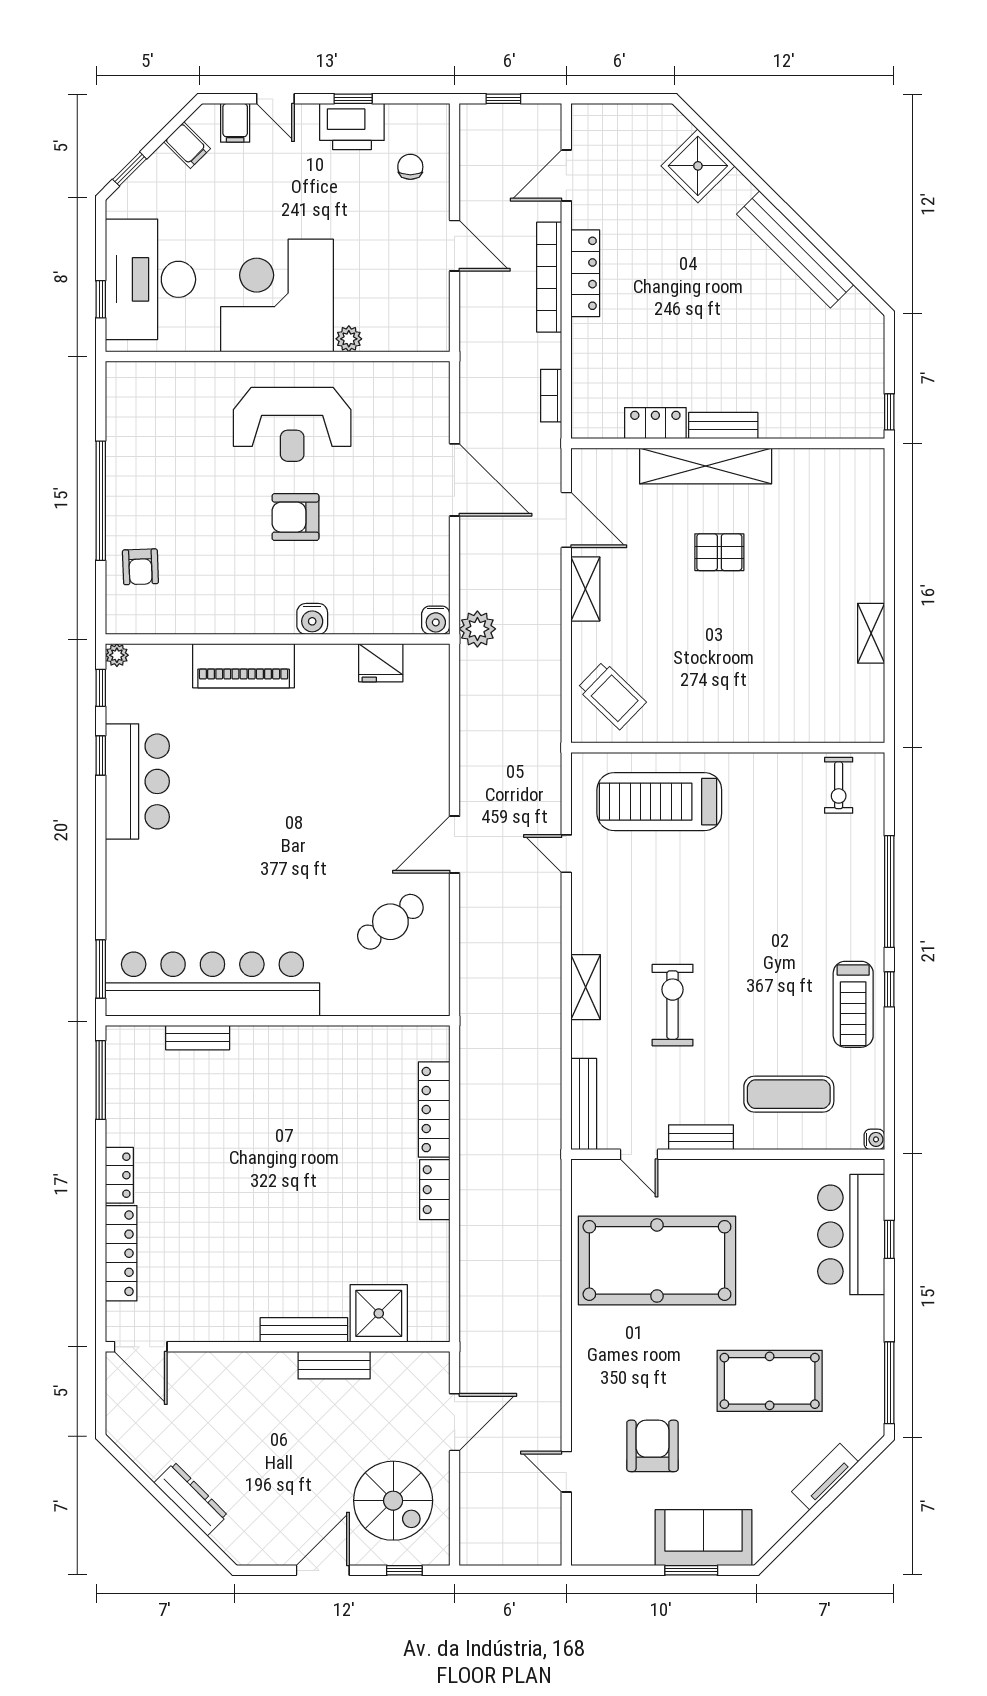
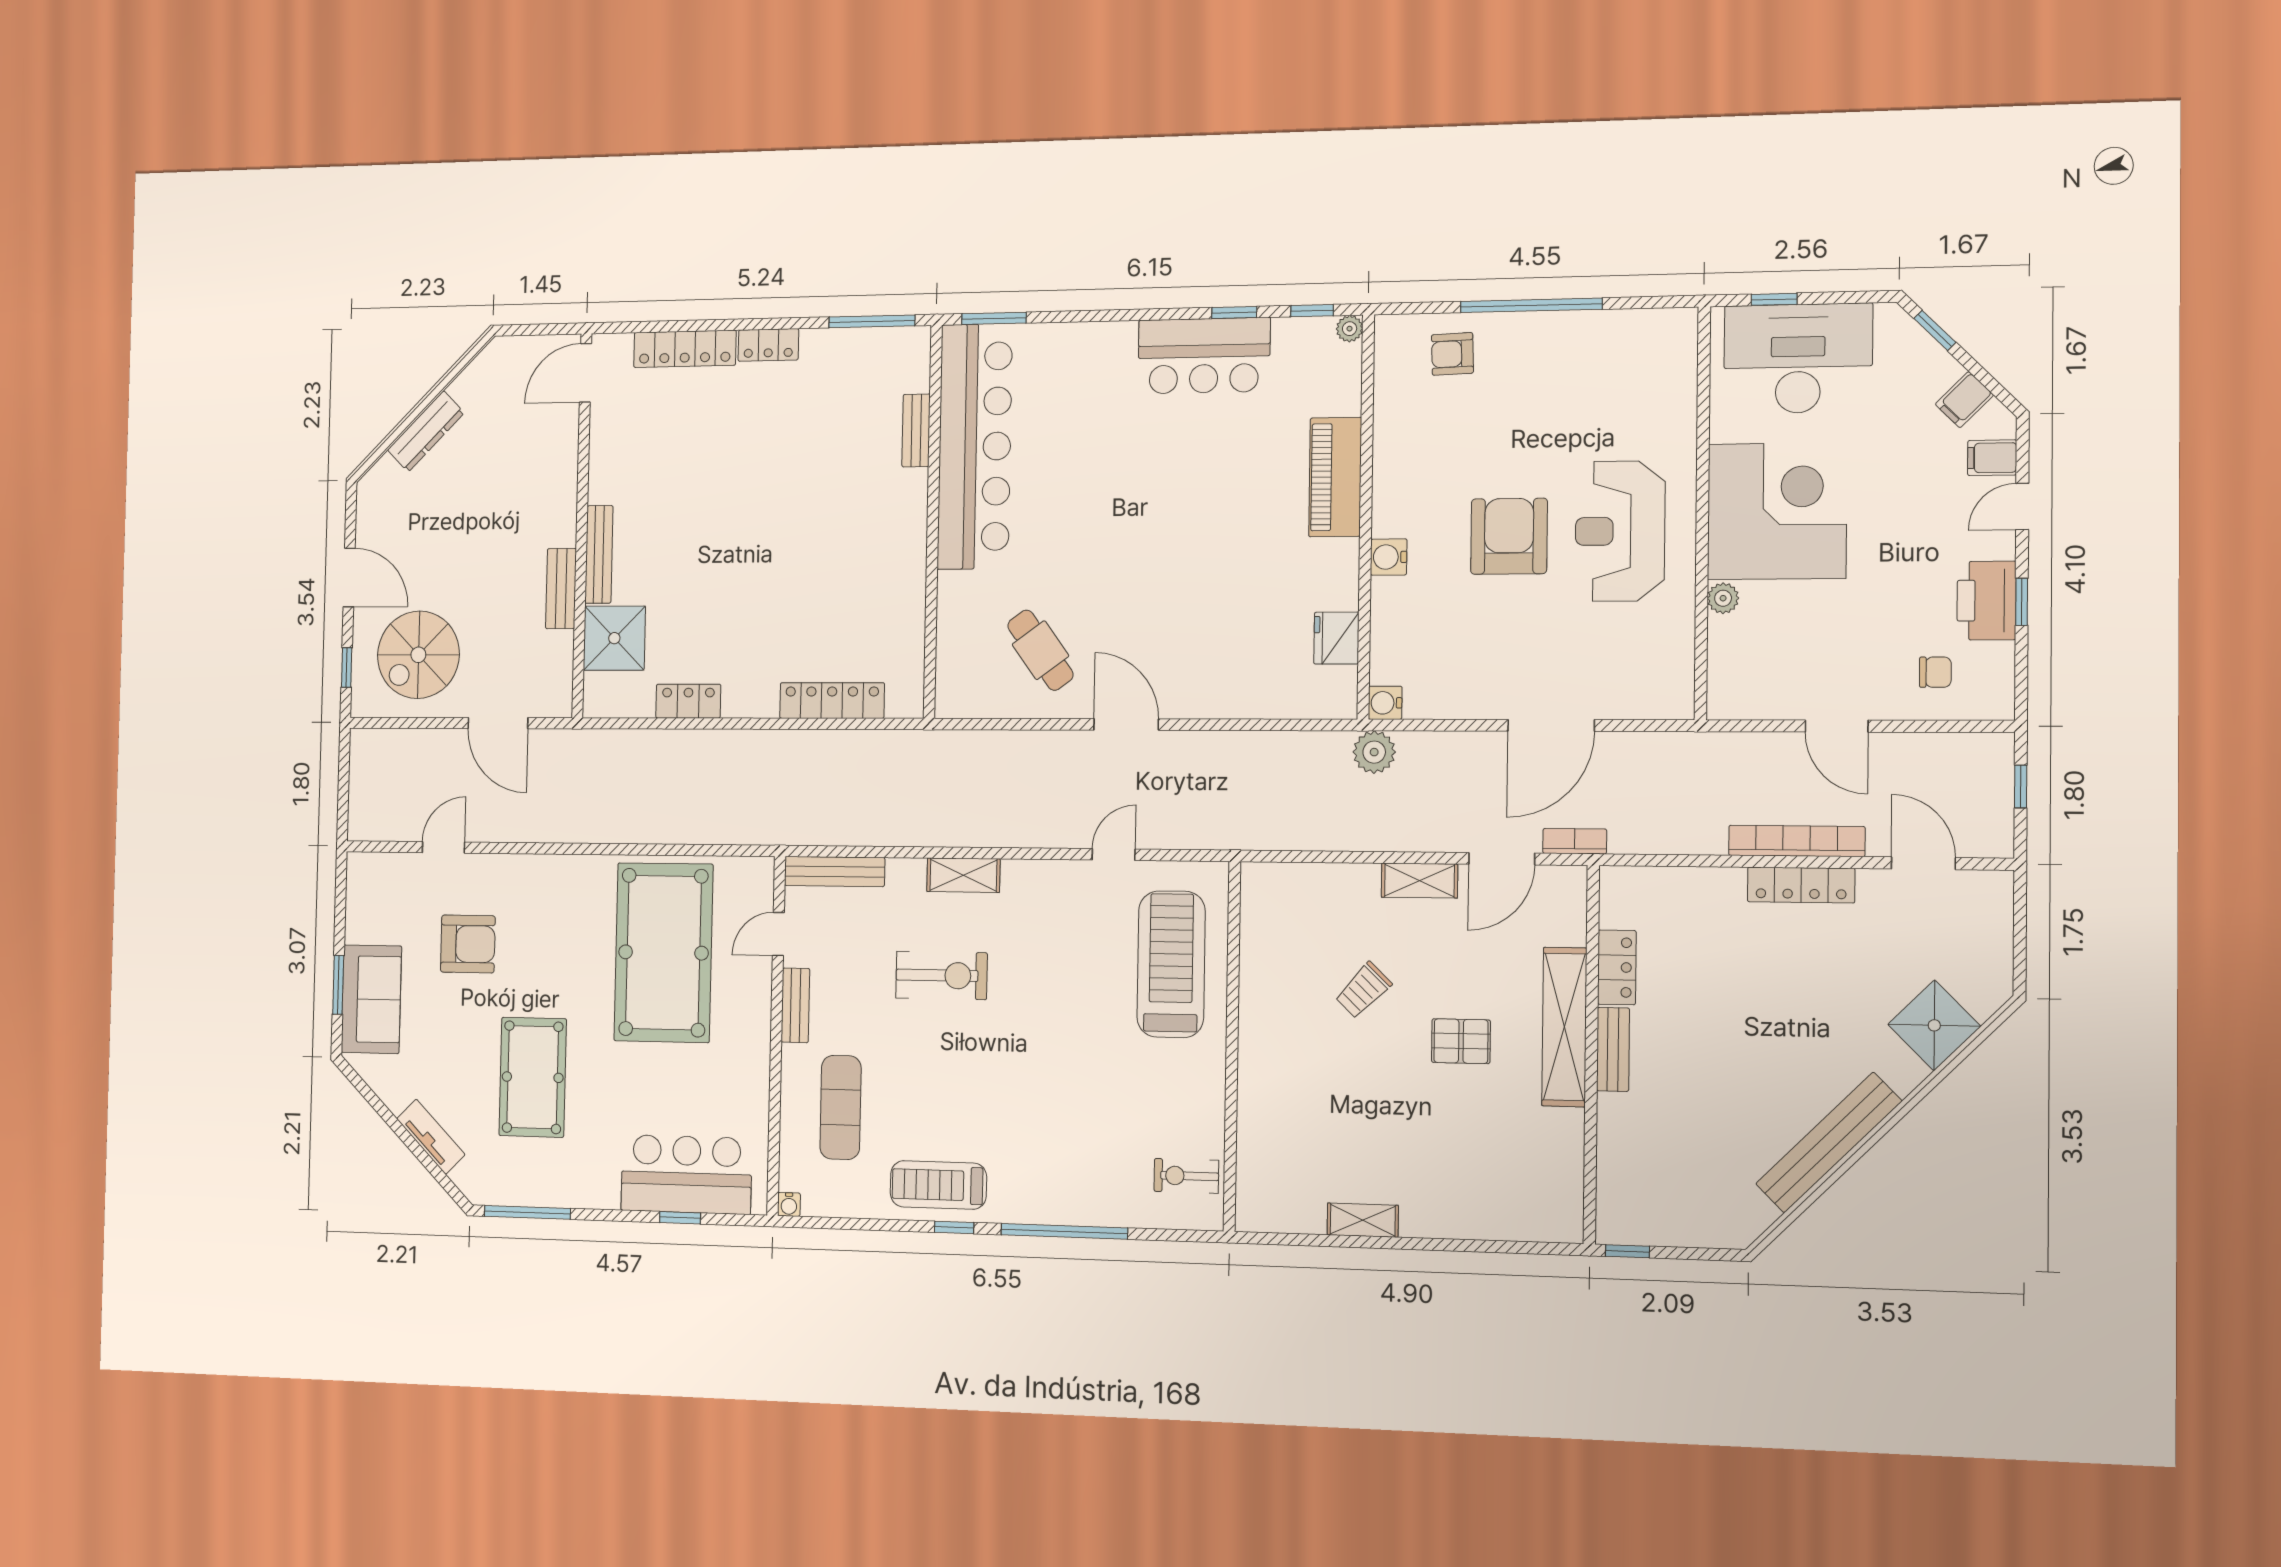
door: (455, 246) -> (1837, 726), hinge flipped
bookcase: (551, 396) -> (1575, 841), moved
armchair: (296, 517) -> (1509, 536), width x1.36, depth x1.36
pallet: (719, 552) -> (1461, 1041), turned 90
trolley: (612, 695) -> (1363, 990), moved, width x0.73, depth x0.72
locker: (435, 1190) -> (688, 701), moved

